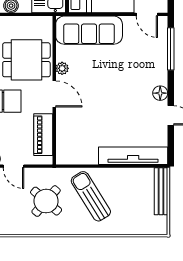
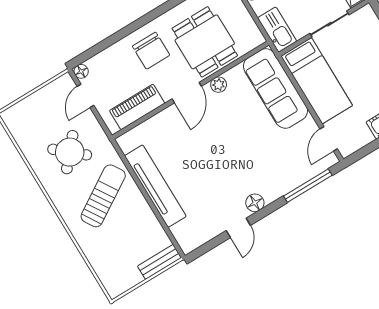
tv unit: (133, 156) -> (155, 186), moved
bench: (161, 191) -> (159, 262), width x0.73

